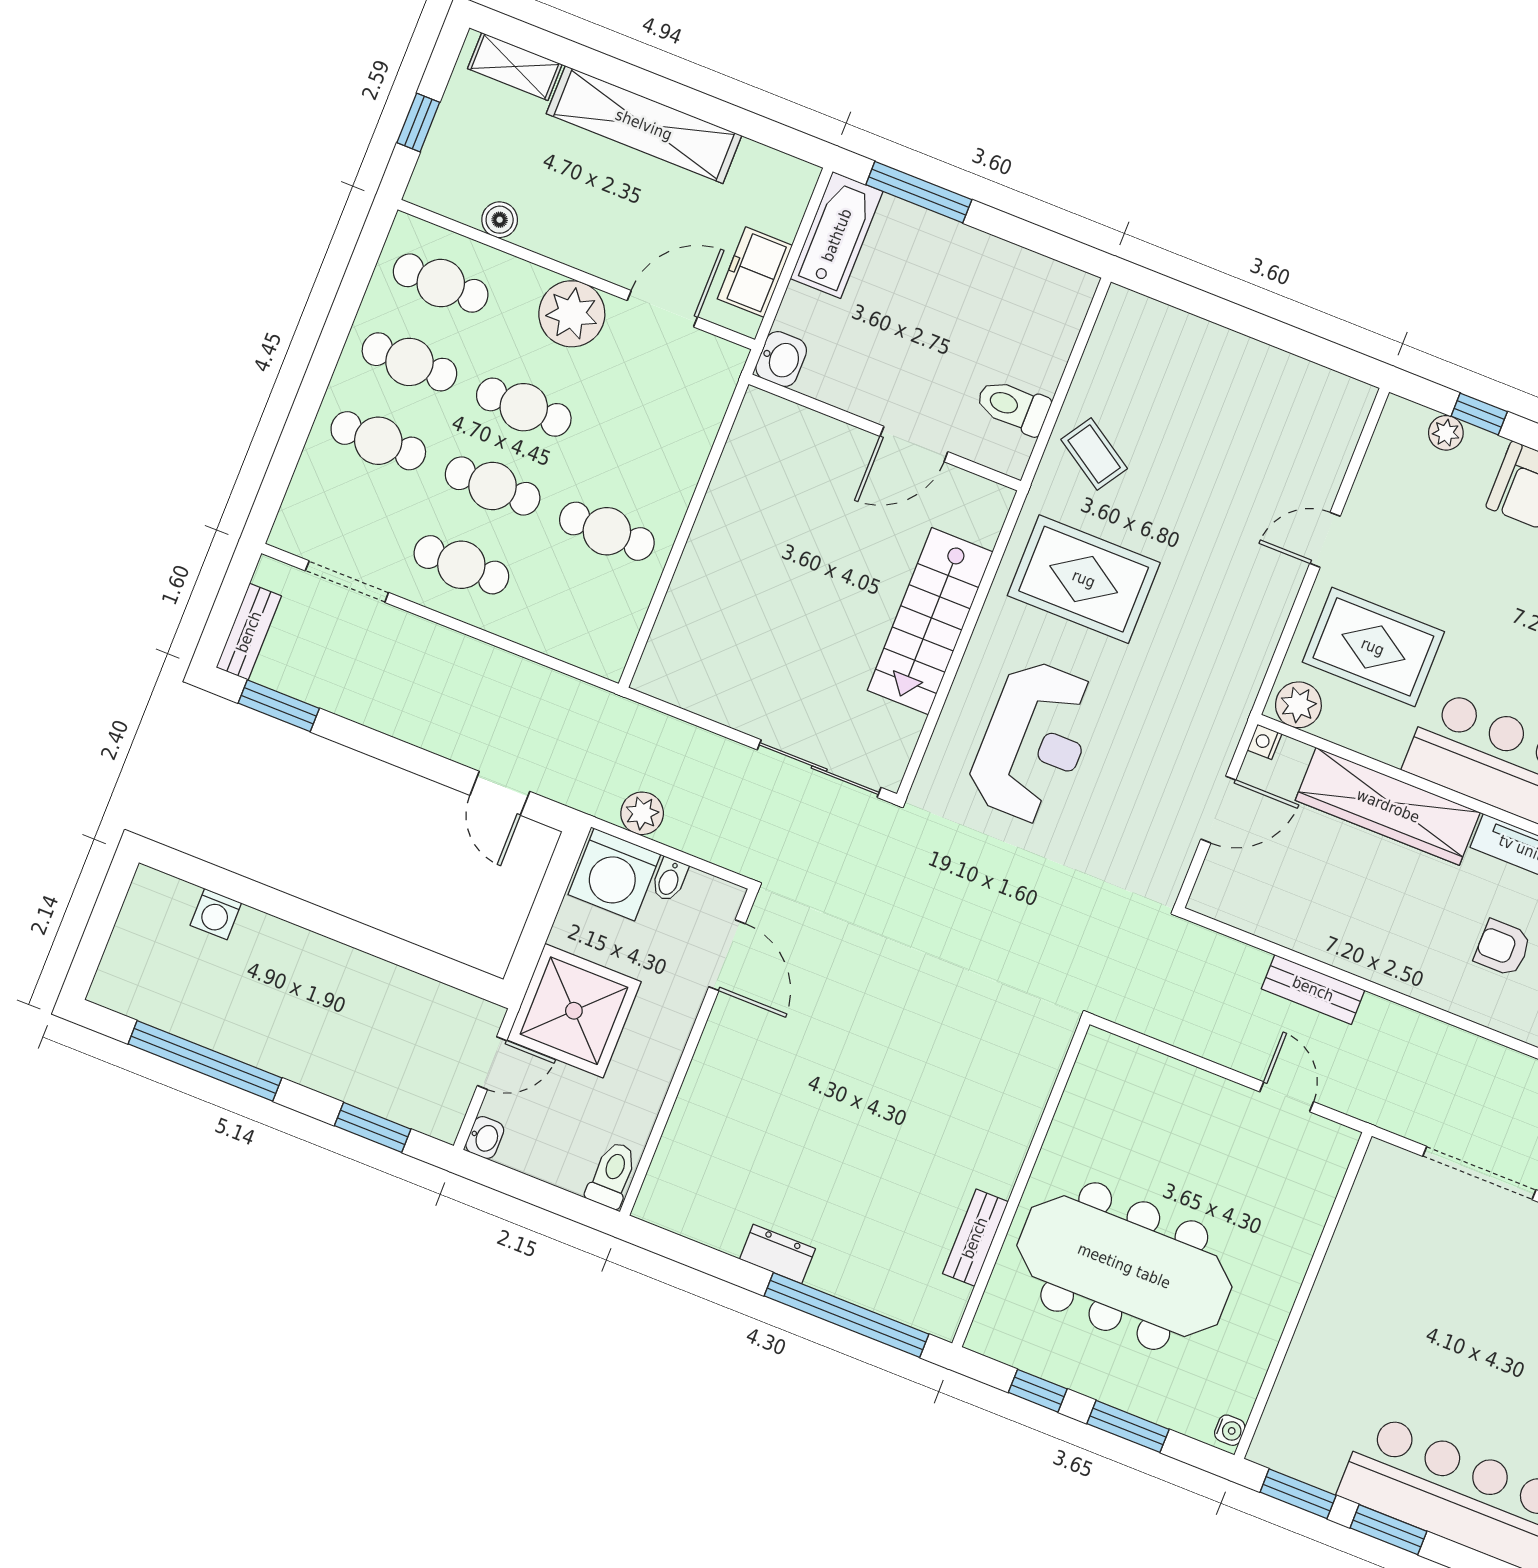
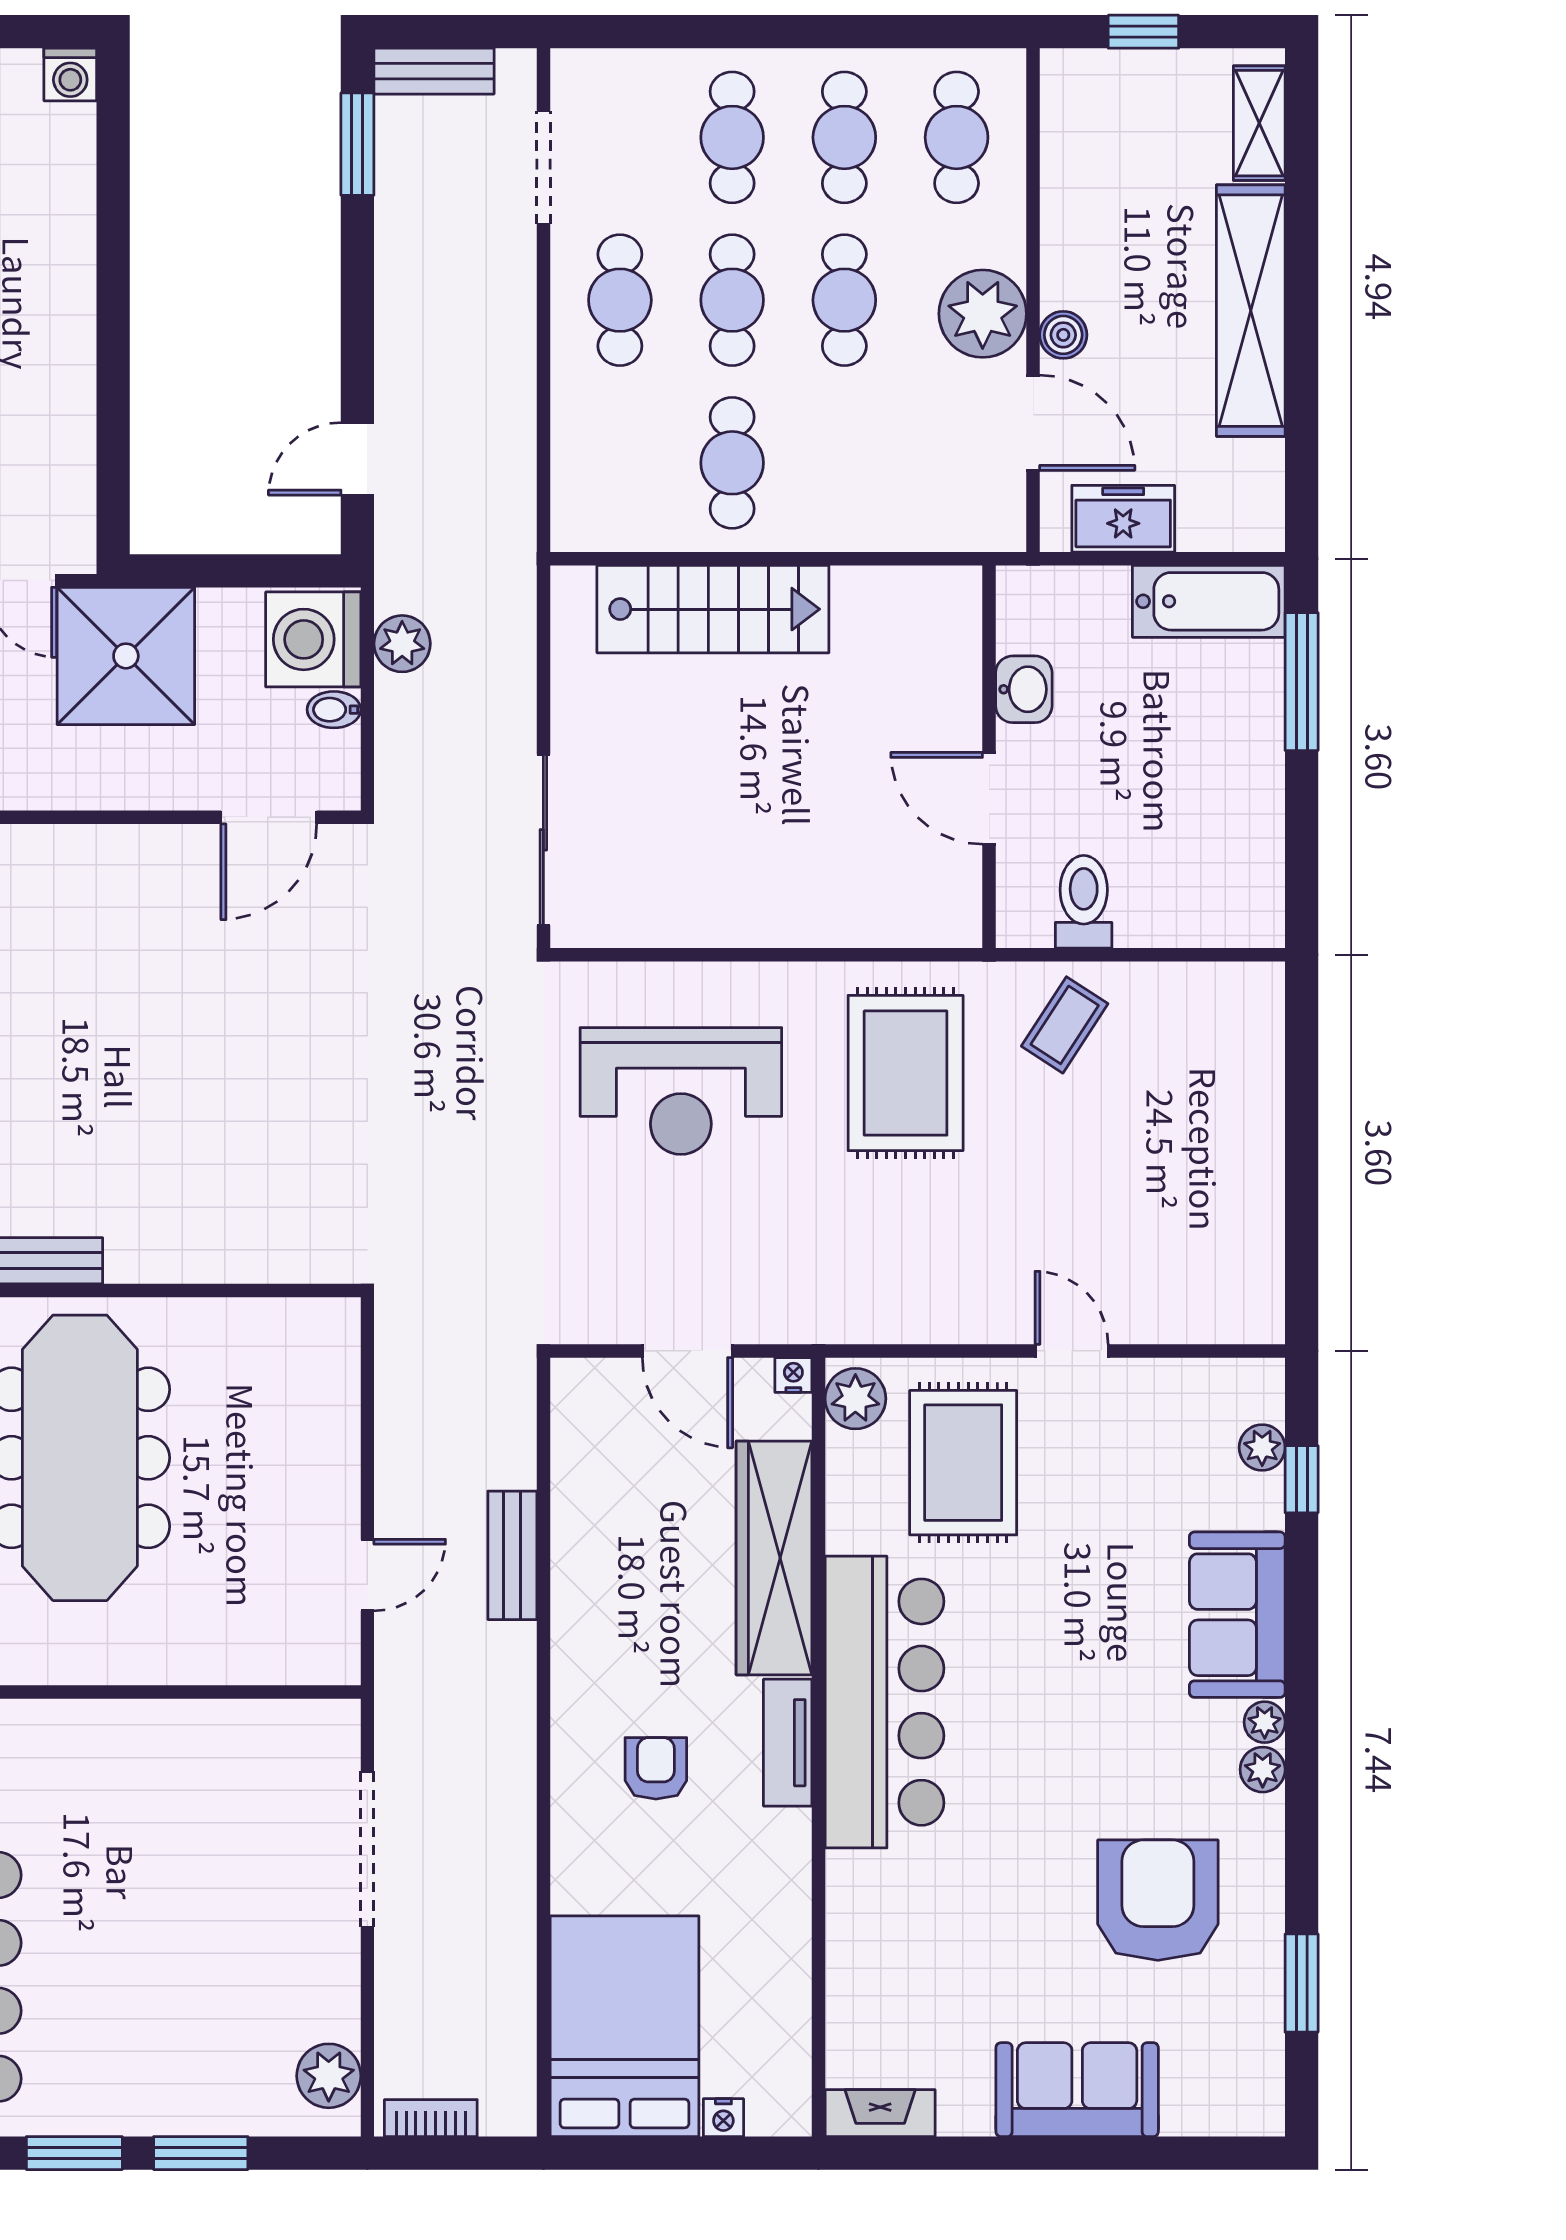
boiler: (500, 220) -> (1063, 335), moved
washbasin: (781, 359) -> (1024, 689), moved, turned -90
stairs: (930, 621) -> (713, 609), moved, turned 180
washing machine: (216, 914) -> (70, 75), moved, turned -90

